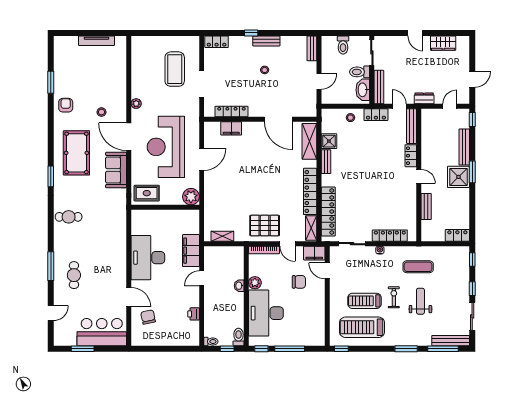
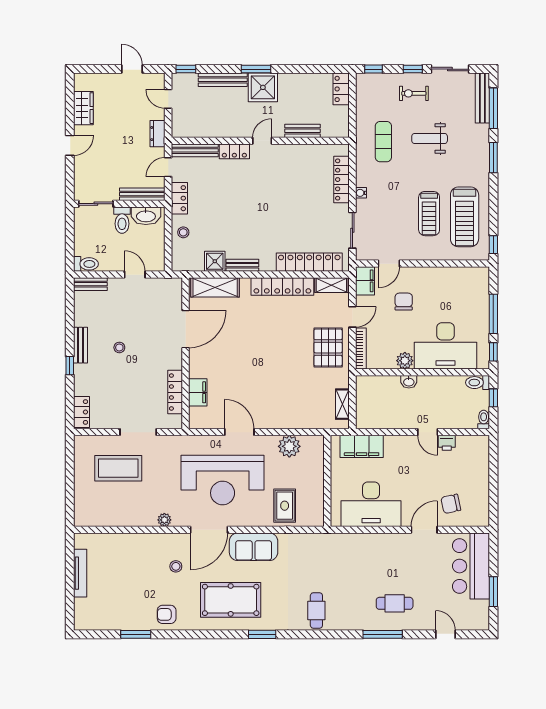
toilet: (343, 45) -> (86, 264), moved
wall: (165, 207) -> (327, 481), moved
door: (202, 278) -> (428, 432), moved
exercise bike: (394, 297) -> (414, 93), moved

